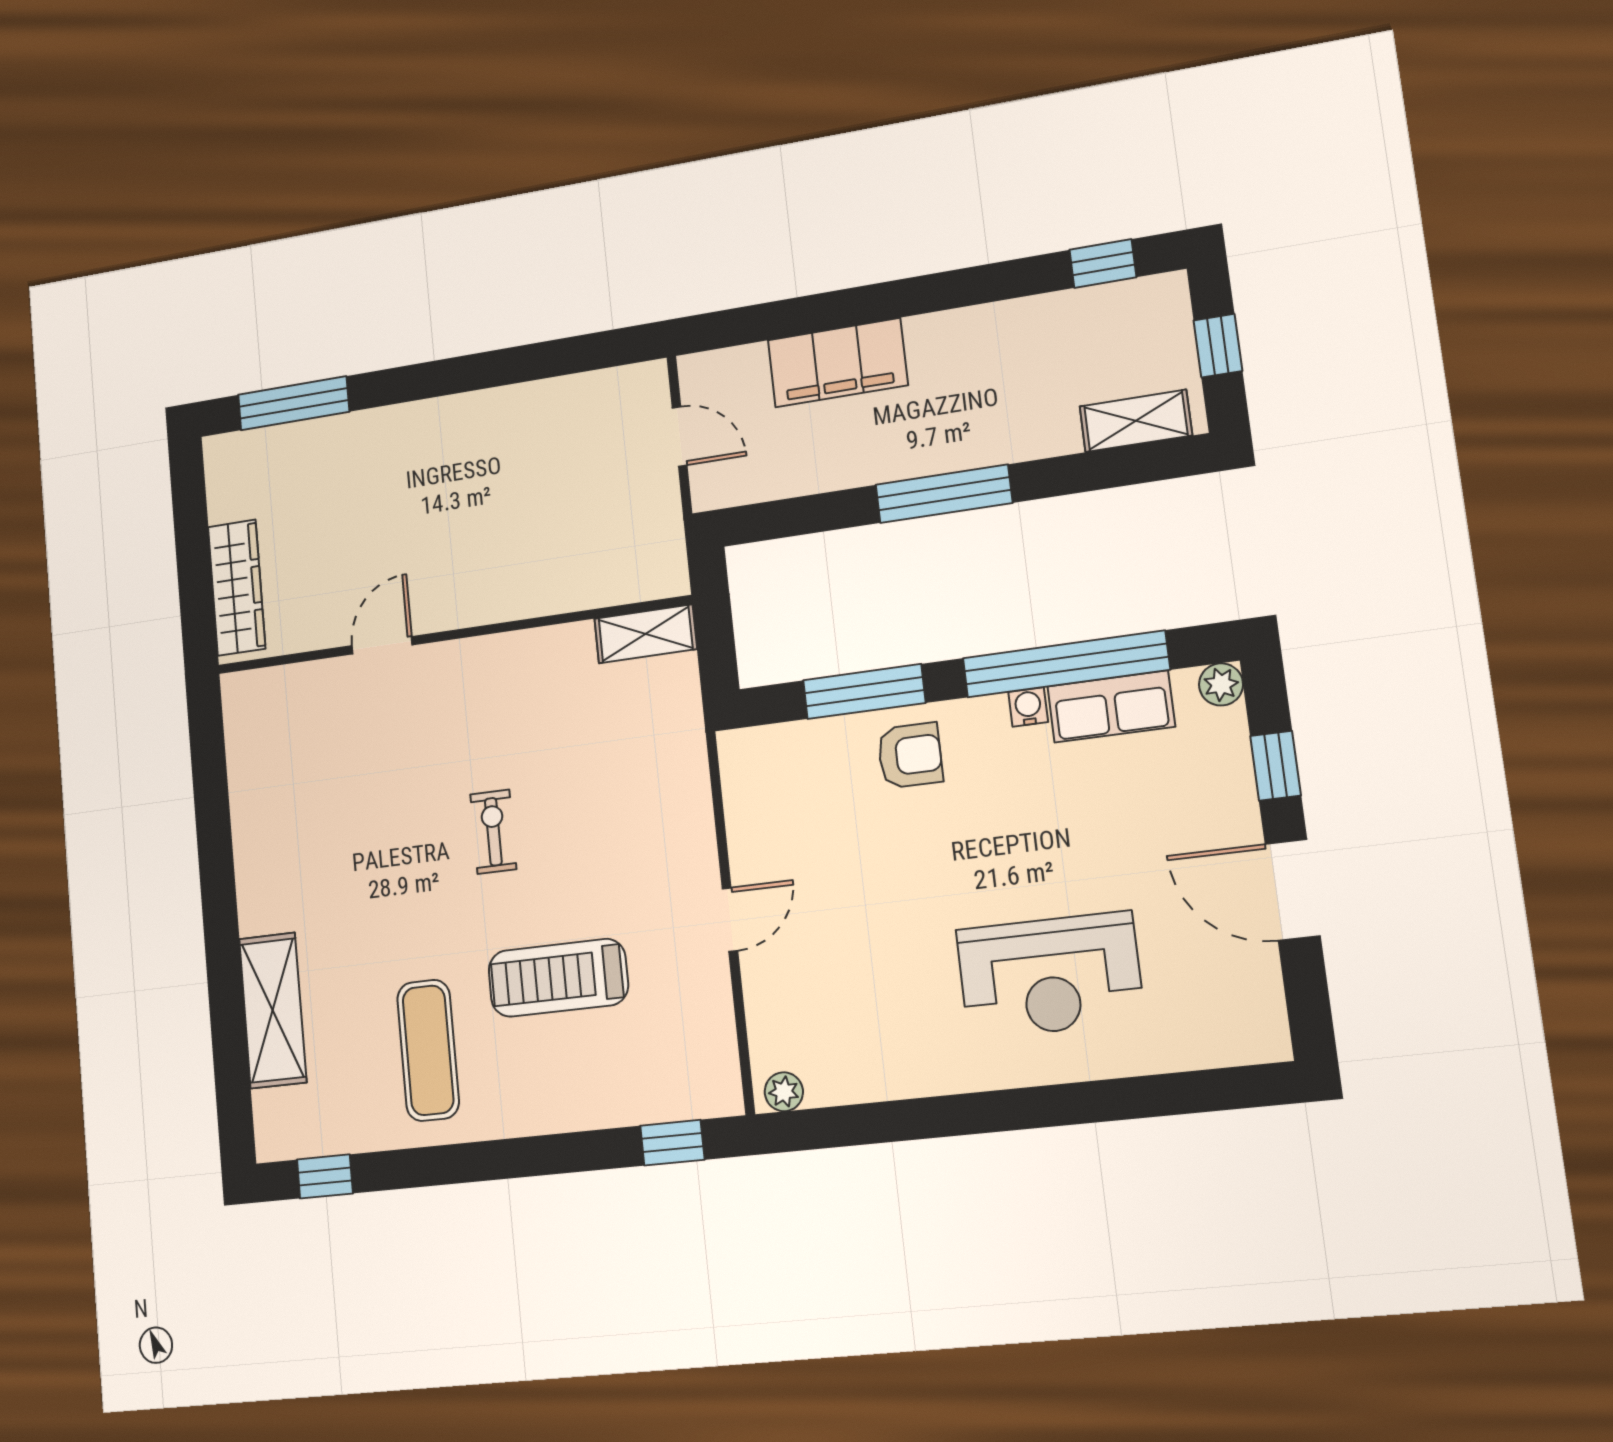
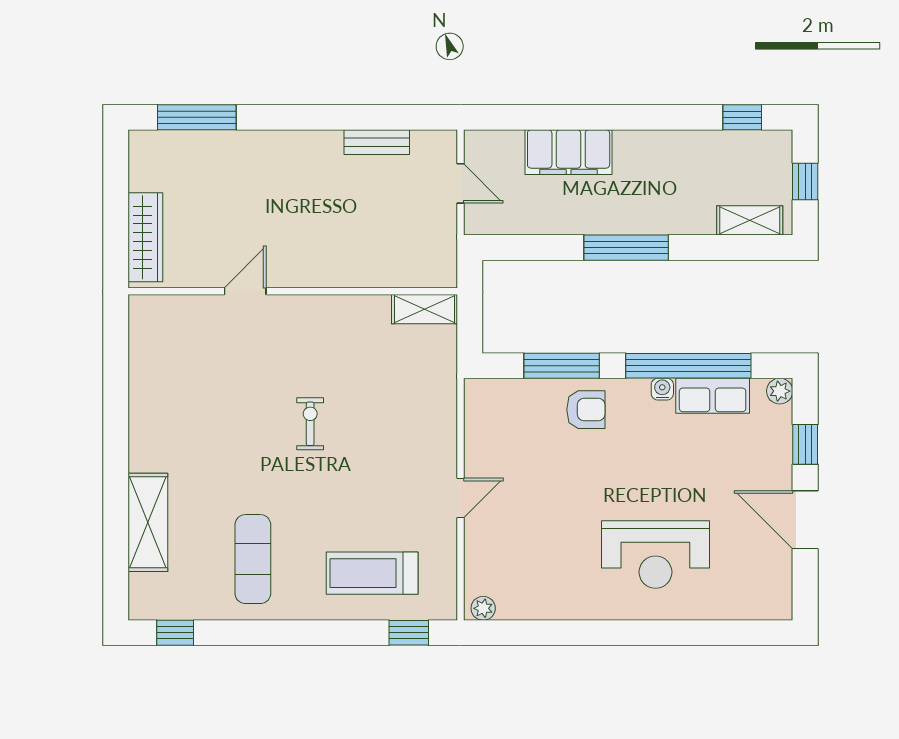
bench: (551, 396) -> (377, 142), added
treadmill: (558, 978) -> (372, 573), moved

